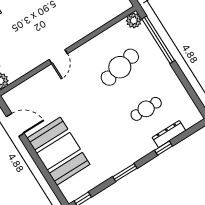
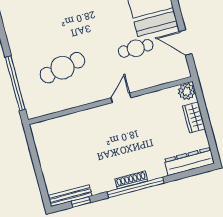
plant: (134, 20) -> (34, 110), removed
cafe table: (146, 109) -> (136, 48), moved

